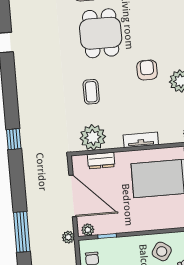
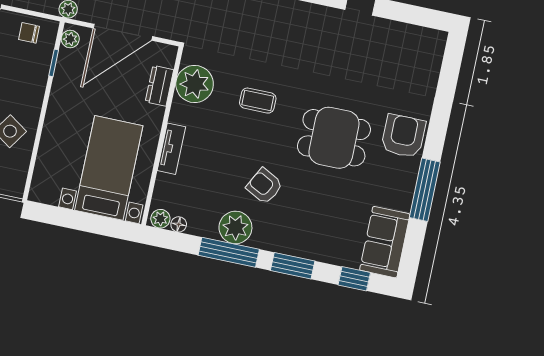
armchair: (147, 70) -> (264, 186), turned -152

